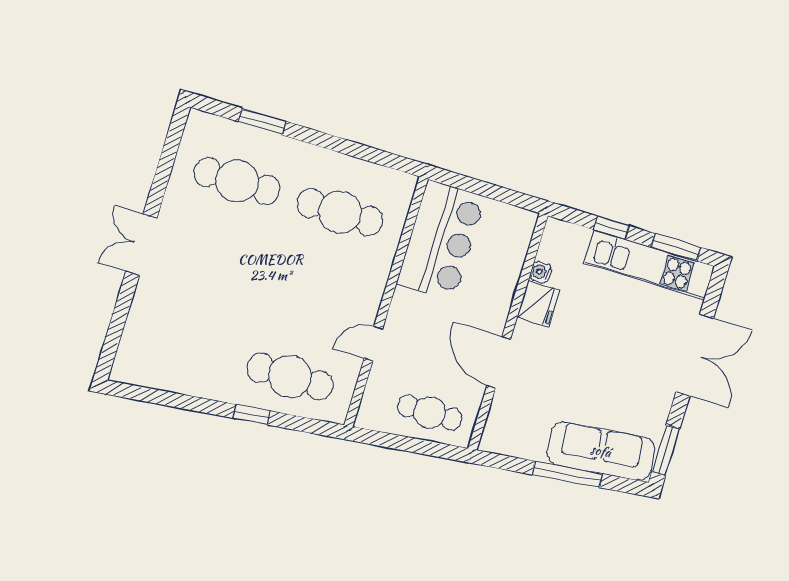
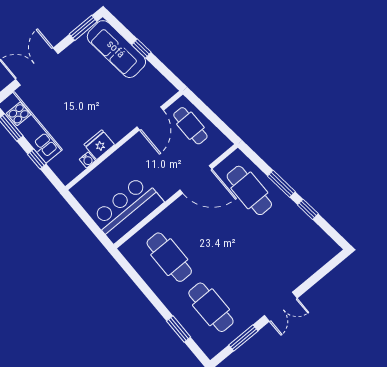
window: (165, 168) -> (243, 338), added
door: (373, 343) -> (196, 179), width x1.87
door: (499, 362) -> (150, 119), moved
window: (192, 403) -> (308, 209), added
window: (252, 415) -> (281, 184), width x1.50
window: (567, 474) -> (141, 49), width x0.46

